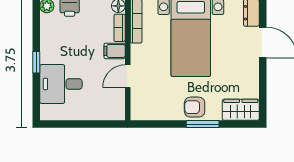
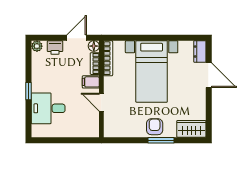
door: (128, 76) -> (101, 102), hinge flipped
armchair: (195, 107) -> (155, 127), turned 90

